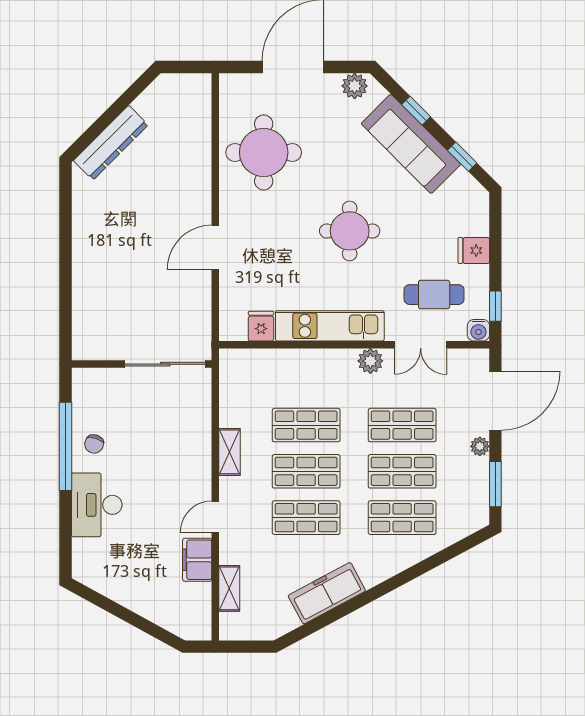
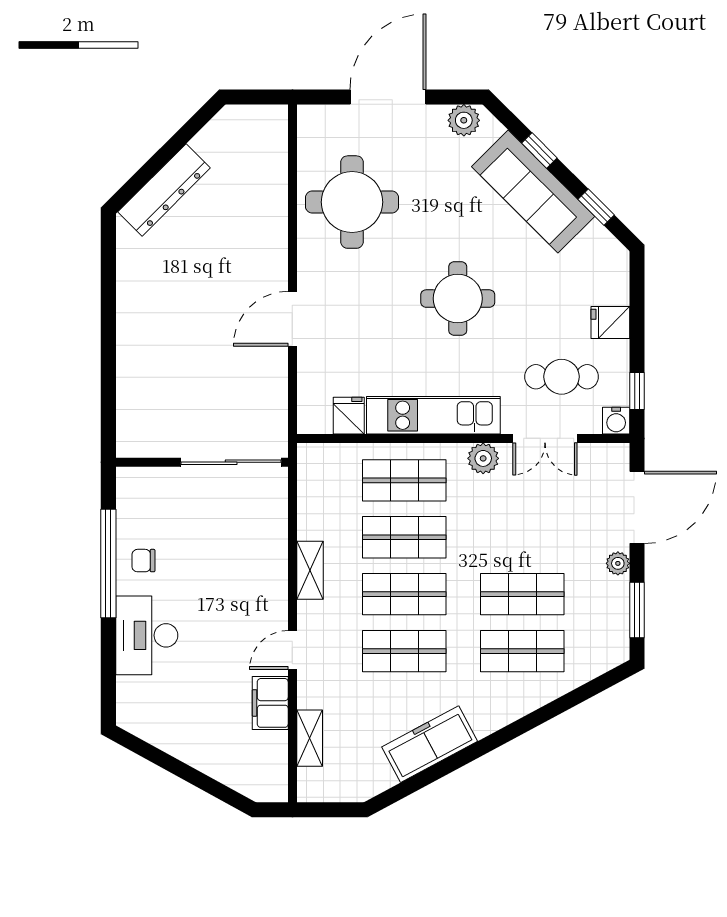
shop shelf: (402, 425) -> (404, 480), moved
chair: (94, 444) -> (143, 561), turned 73

